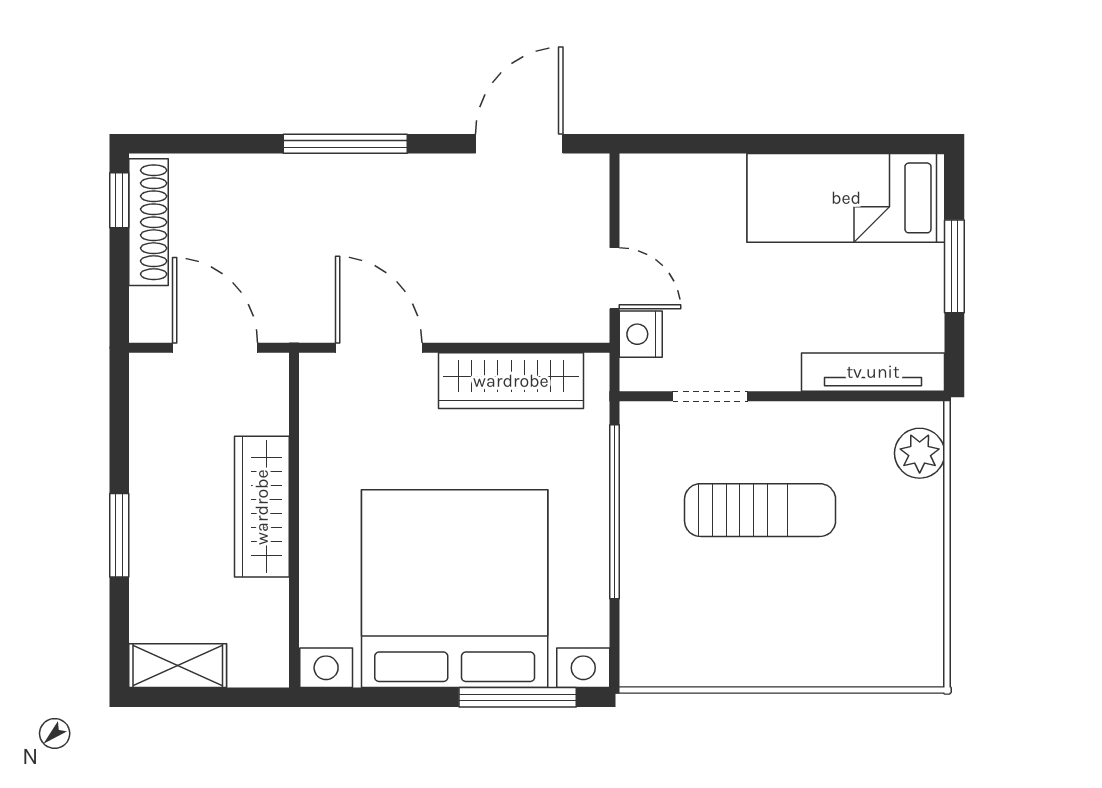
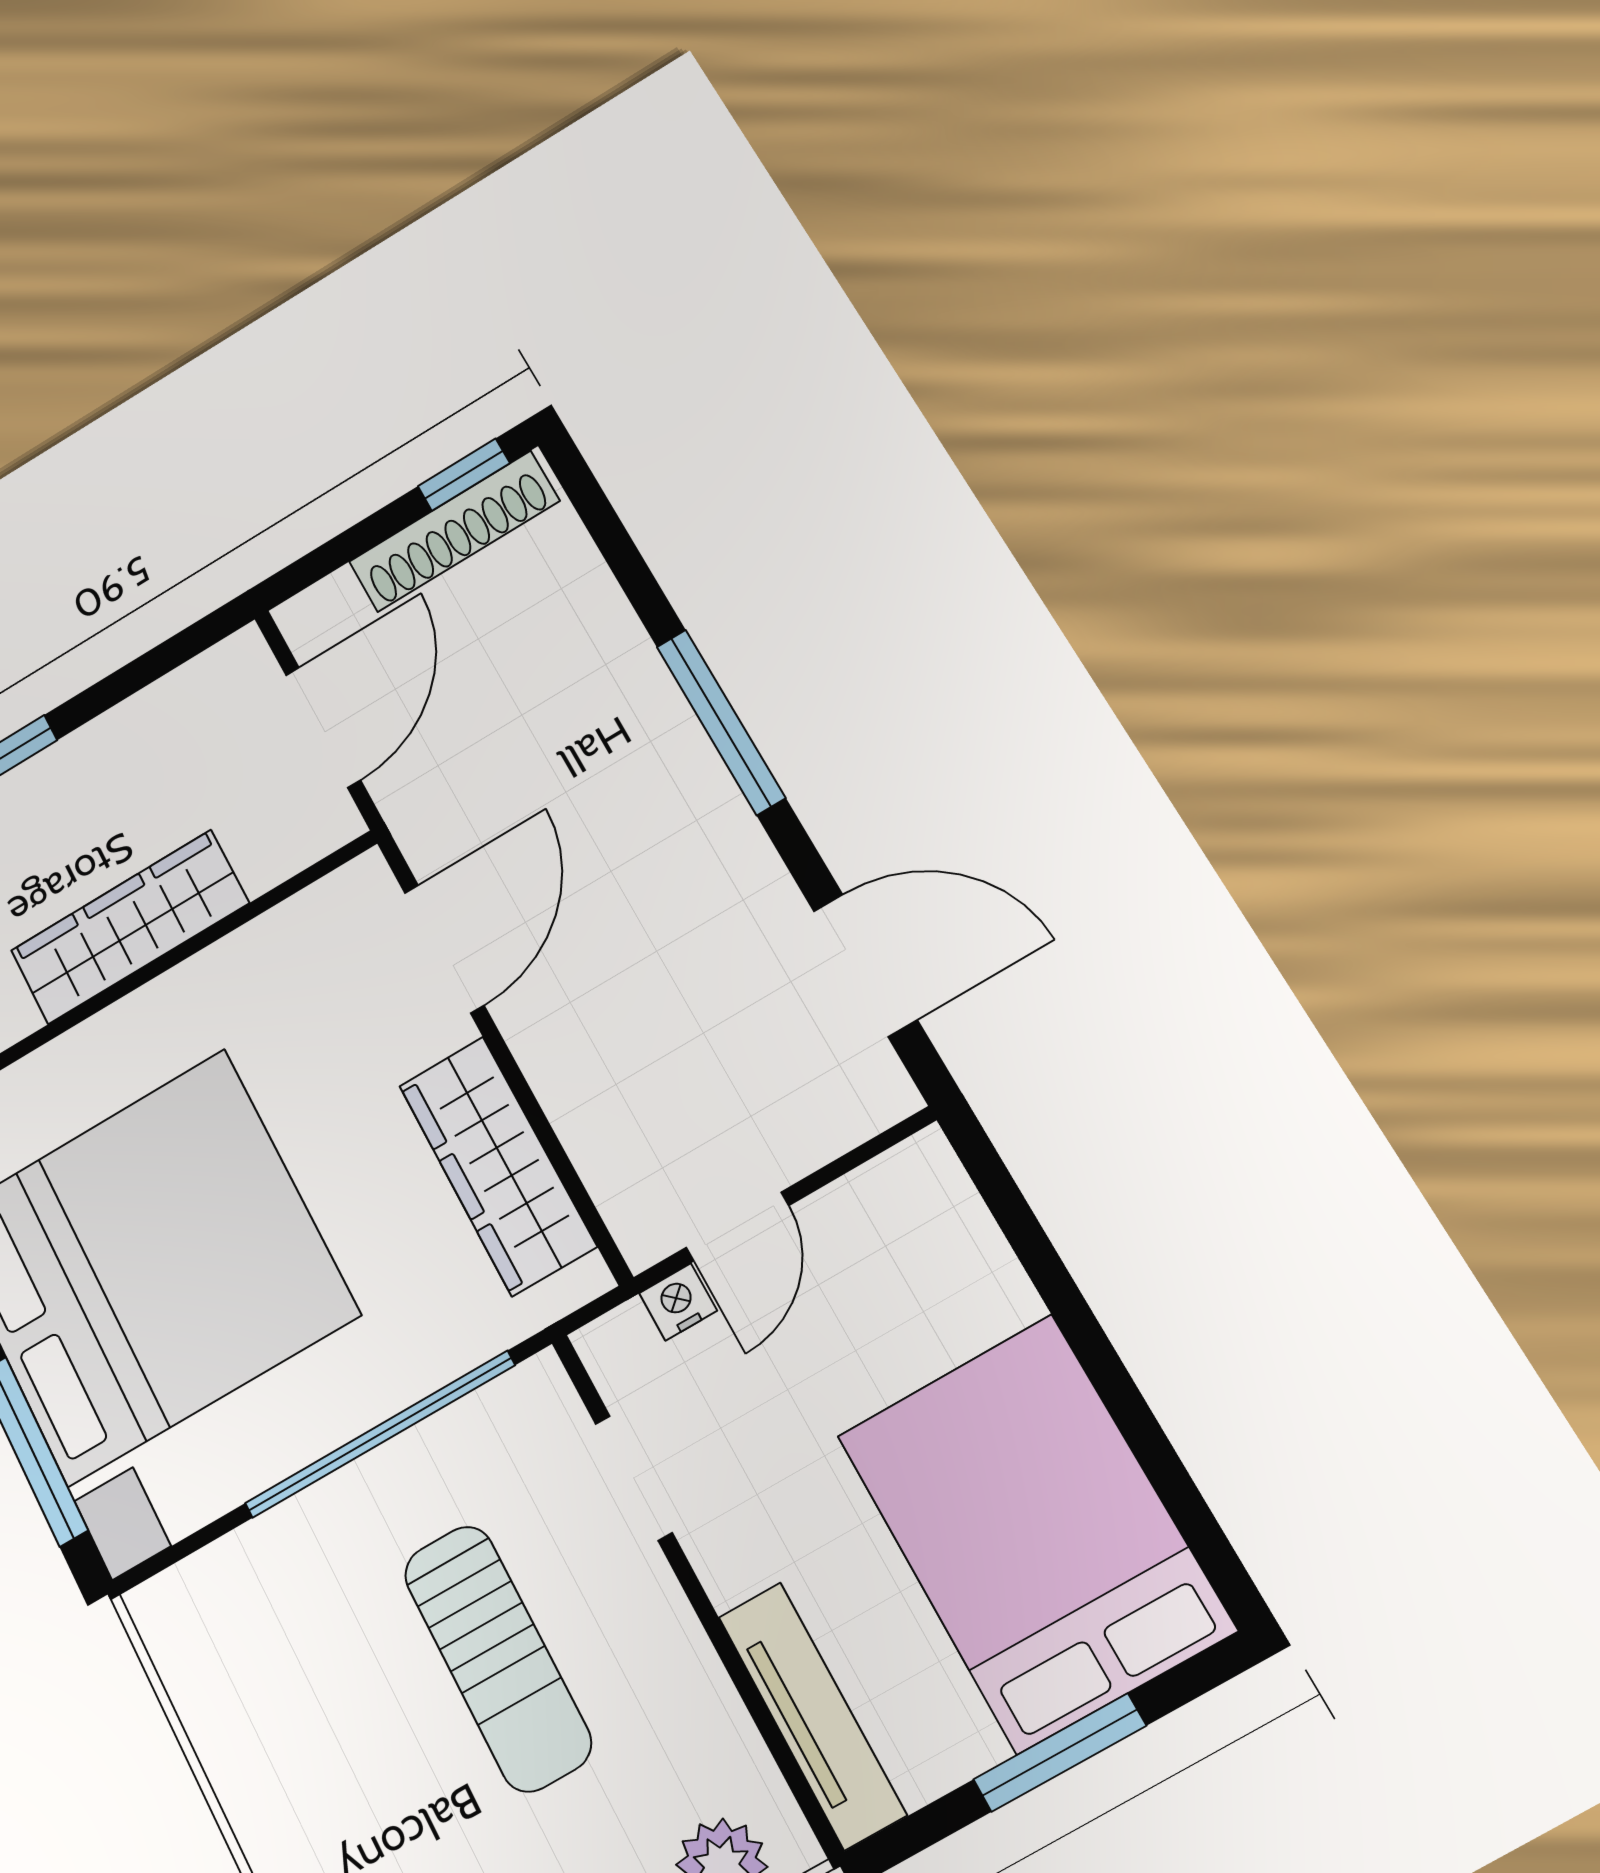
bed: (846, 198) -> (1034, 1532), width x1.50
nightstand: (641, 334) -> (678, 1302), width x0.72, depth x0.74

